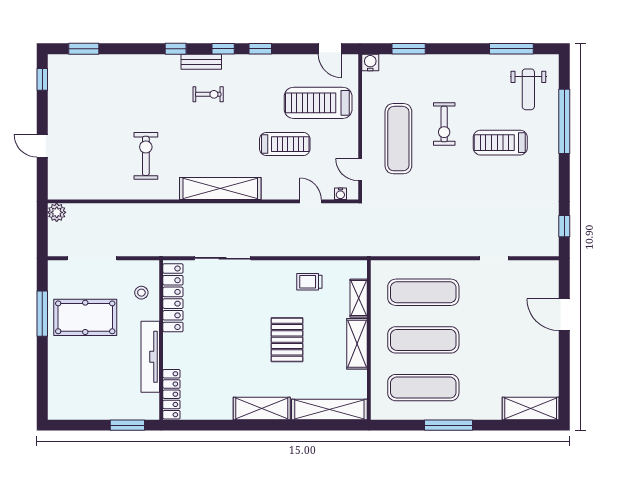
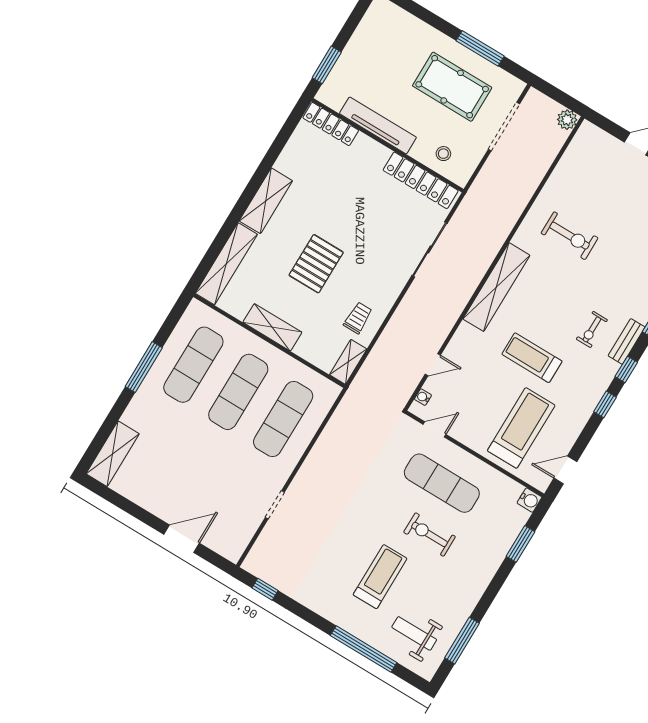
treadmill: (285, 144) -> (532, 358), moved, turned 90
shelving: (359, 298) -> (348, 362), moved, turned 90
pool table: (85, 317) -> (452, 87), turned 90
pallet: (287, 340) -> (316, 264), turned 90

